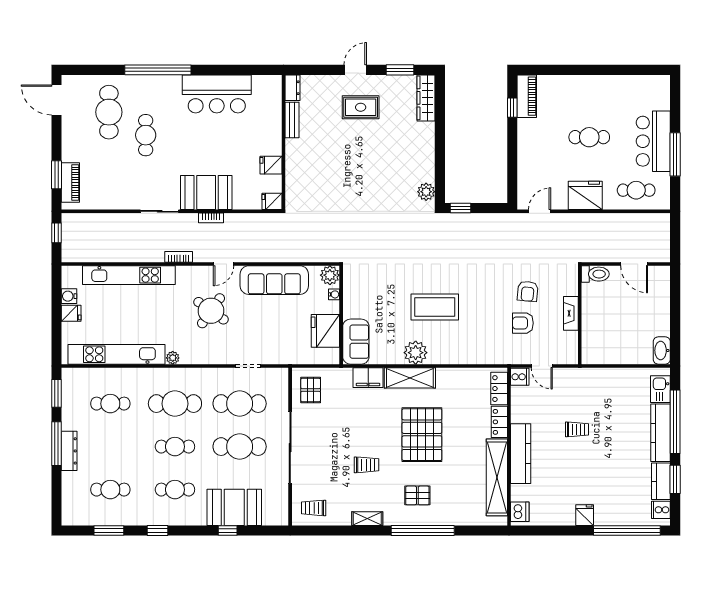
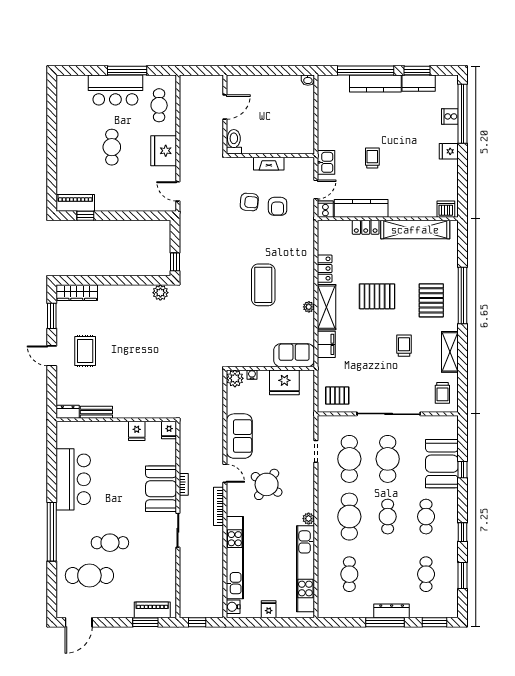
bookcase: (179, 257) -> (218, 506), width x1.56
sofa: (274, 280) -> (239, 436), width x0.73
water cooler: (69, 296) -> (233, 607), moved, turned 90
washbasin: (662, 350) -> (308, 80), width x0.52, depth x0.69
plant: (416, 353) -> (309, 307), width x0.53, depth x0.53
locker: (499, 389) -> (325, 269), moved, turned -90
kitchen sink: (660, 389) -> (326, 162), moved, turned -90
window: (57, 393) -> (435, 622), moved
pallet: (422, 435) -> (377, 296), width x0.73, depth x0.71
kitchen counter: (521, 454) -> (361, 208), moved
pallet: (417, 495) -> (431, 300), width x1.50, depth x1.42
cooker: (661, 510) -> (450, 116), moved, turned 90
shelving: (367, 519) -> (450, 352), width x1.50, depth x1.33

